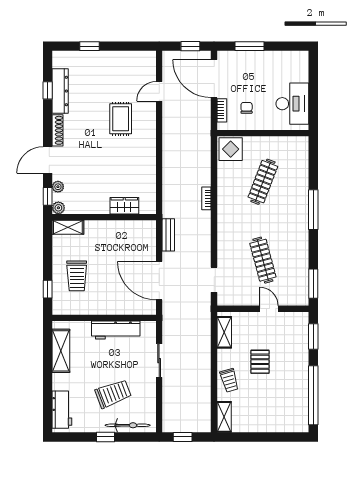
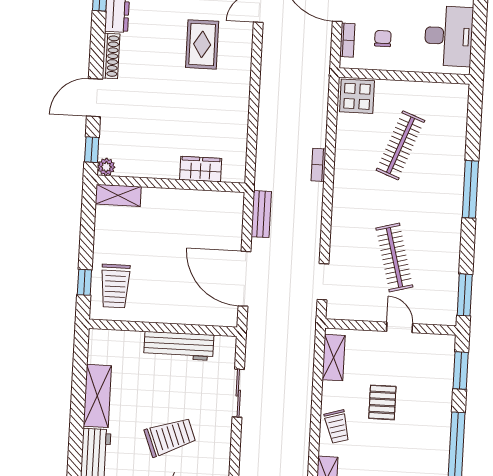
plant: (58, 187) -> (107, 137), removed
trolley: (77, 276) -> (115, 286), moved
shelving: (61, 351) -> (97, 396), moved

